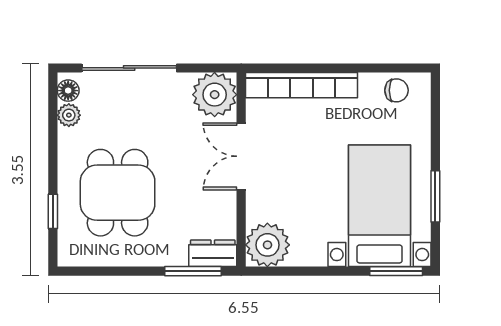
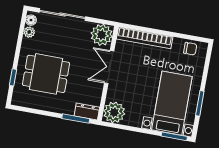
dining table: (118, 193) -> (46, 74), turned 90

